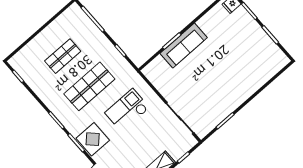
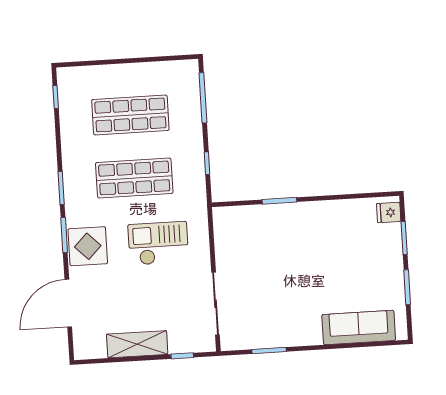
sofa: (184, 46) -> (359, 327), moved, turned 180
shop shelf: (63, 56) -> (130, 115), width x1.43, depth x1.36

